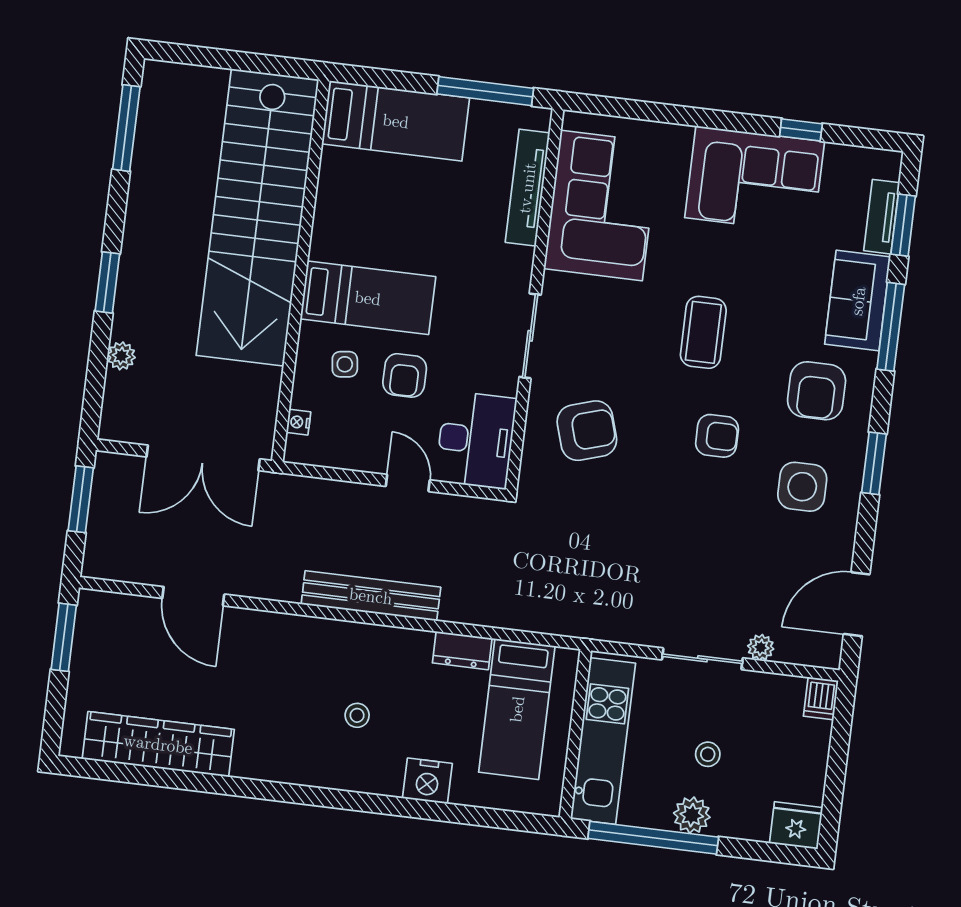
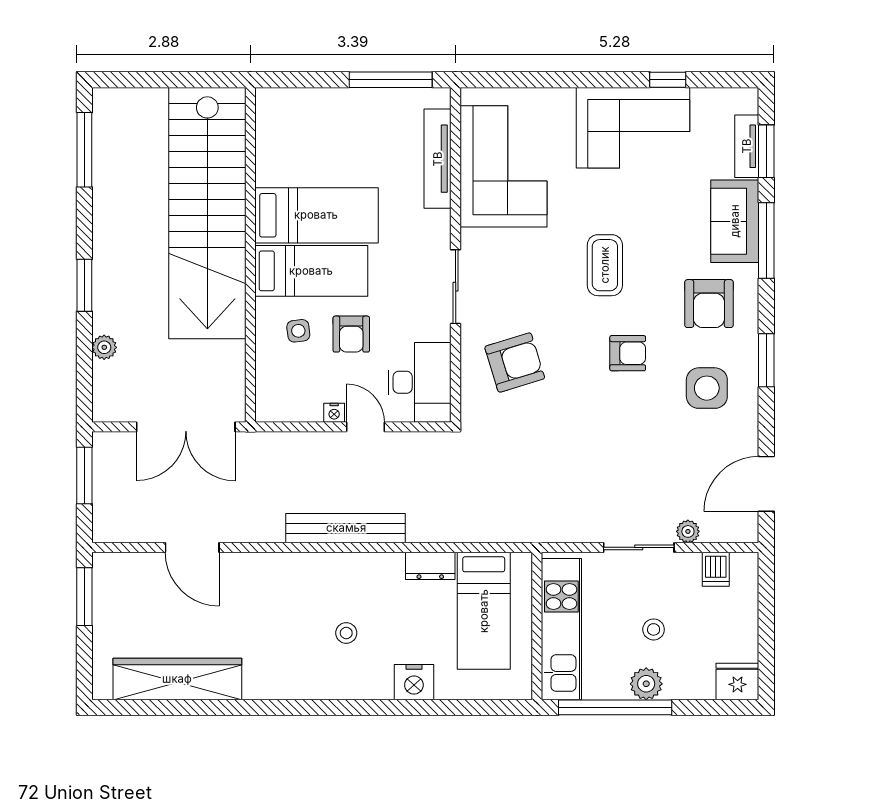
bed: (396, 121) -> (316, 215), moved
nightstand: (298, 422) -> (334, 413), moved, turned -90
dishwasher: (821, 698) -> (716, 569), moved

